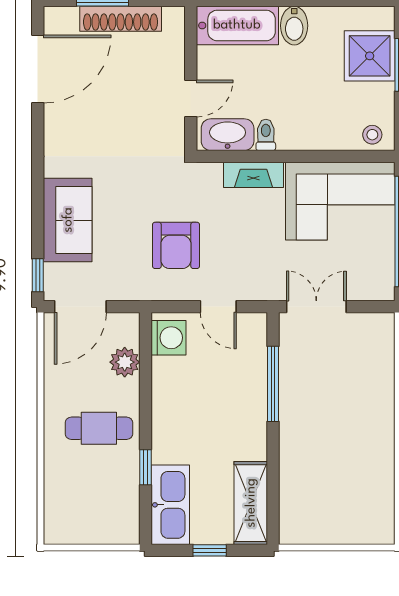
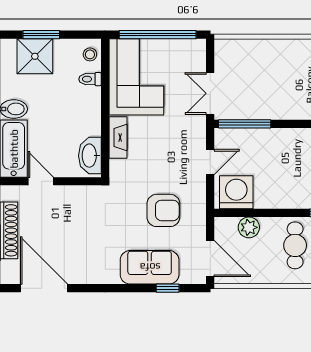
door: (191, 98) -> (41, 181), moved
toilet: (266, 135) -> (90, 79), moved
armchair: (176, 245) -> (163, 210), moved
window: (38, 275) -> (168, 288), moved
washing machine: (168, 338) -> (236, 192), width x1.37, depth x1.37
window: (273, 384) -> (245, 124), moved

